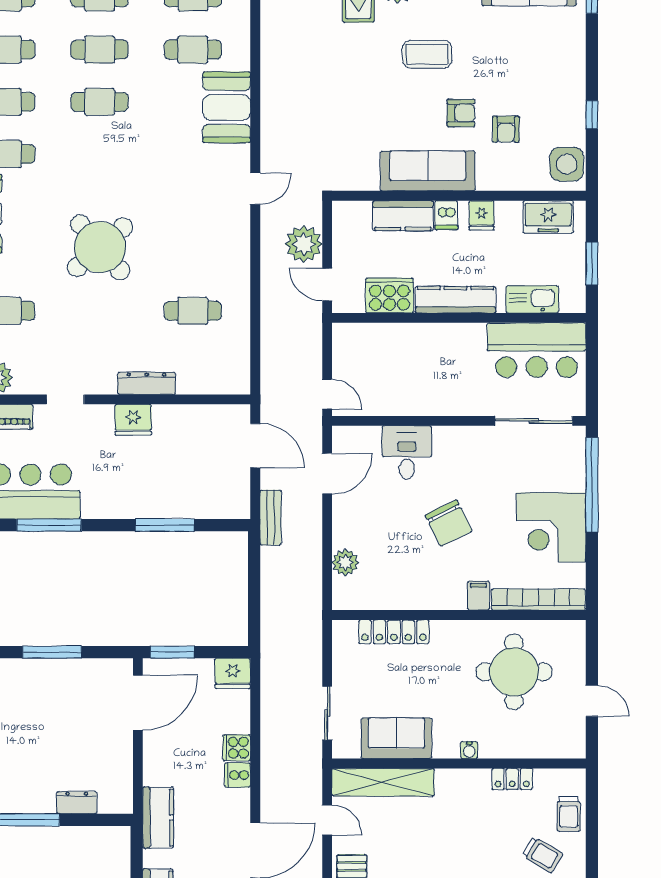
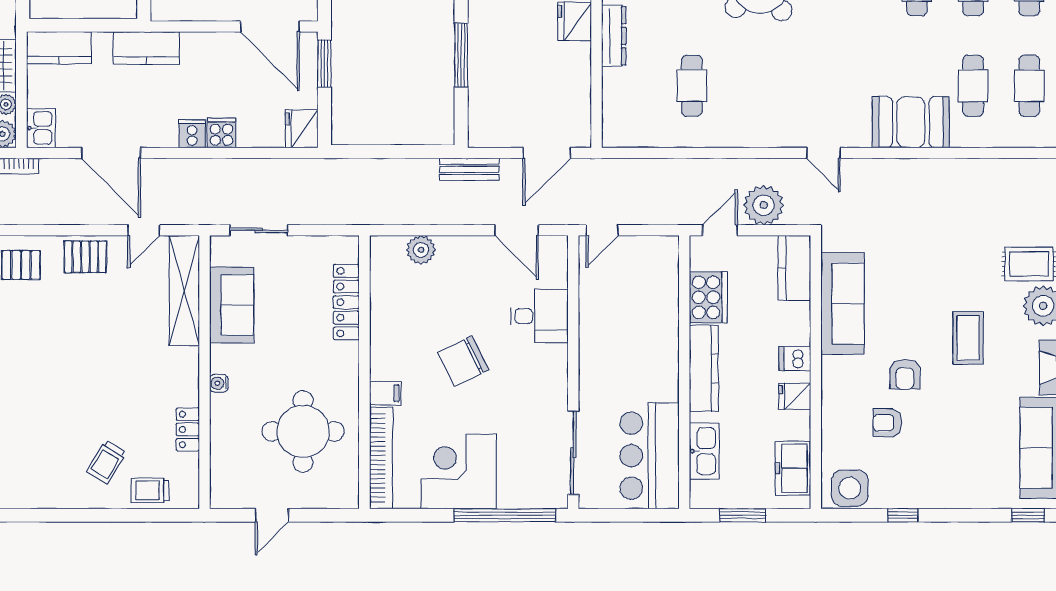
sofa: (428, 171) -> (842, 304), moved
kitchen counter: (403, 216) -> (794, 268), moved

